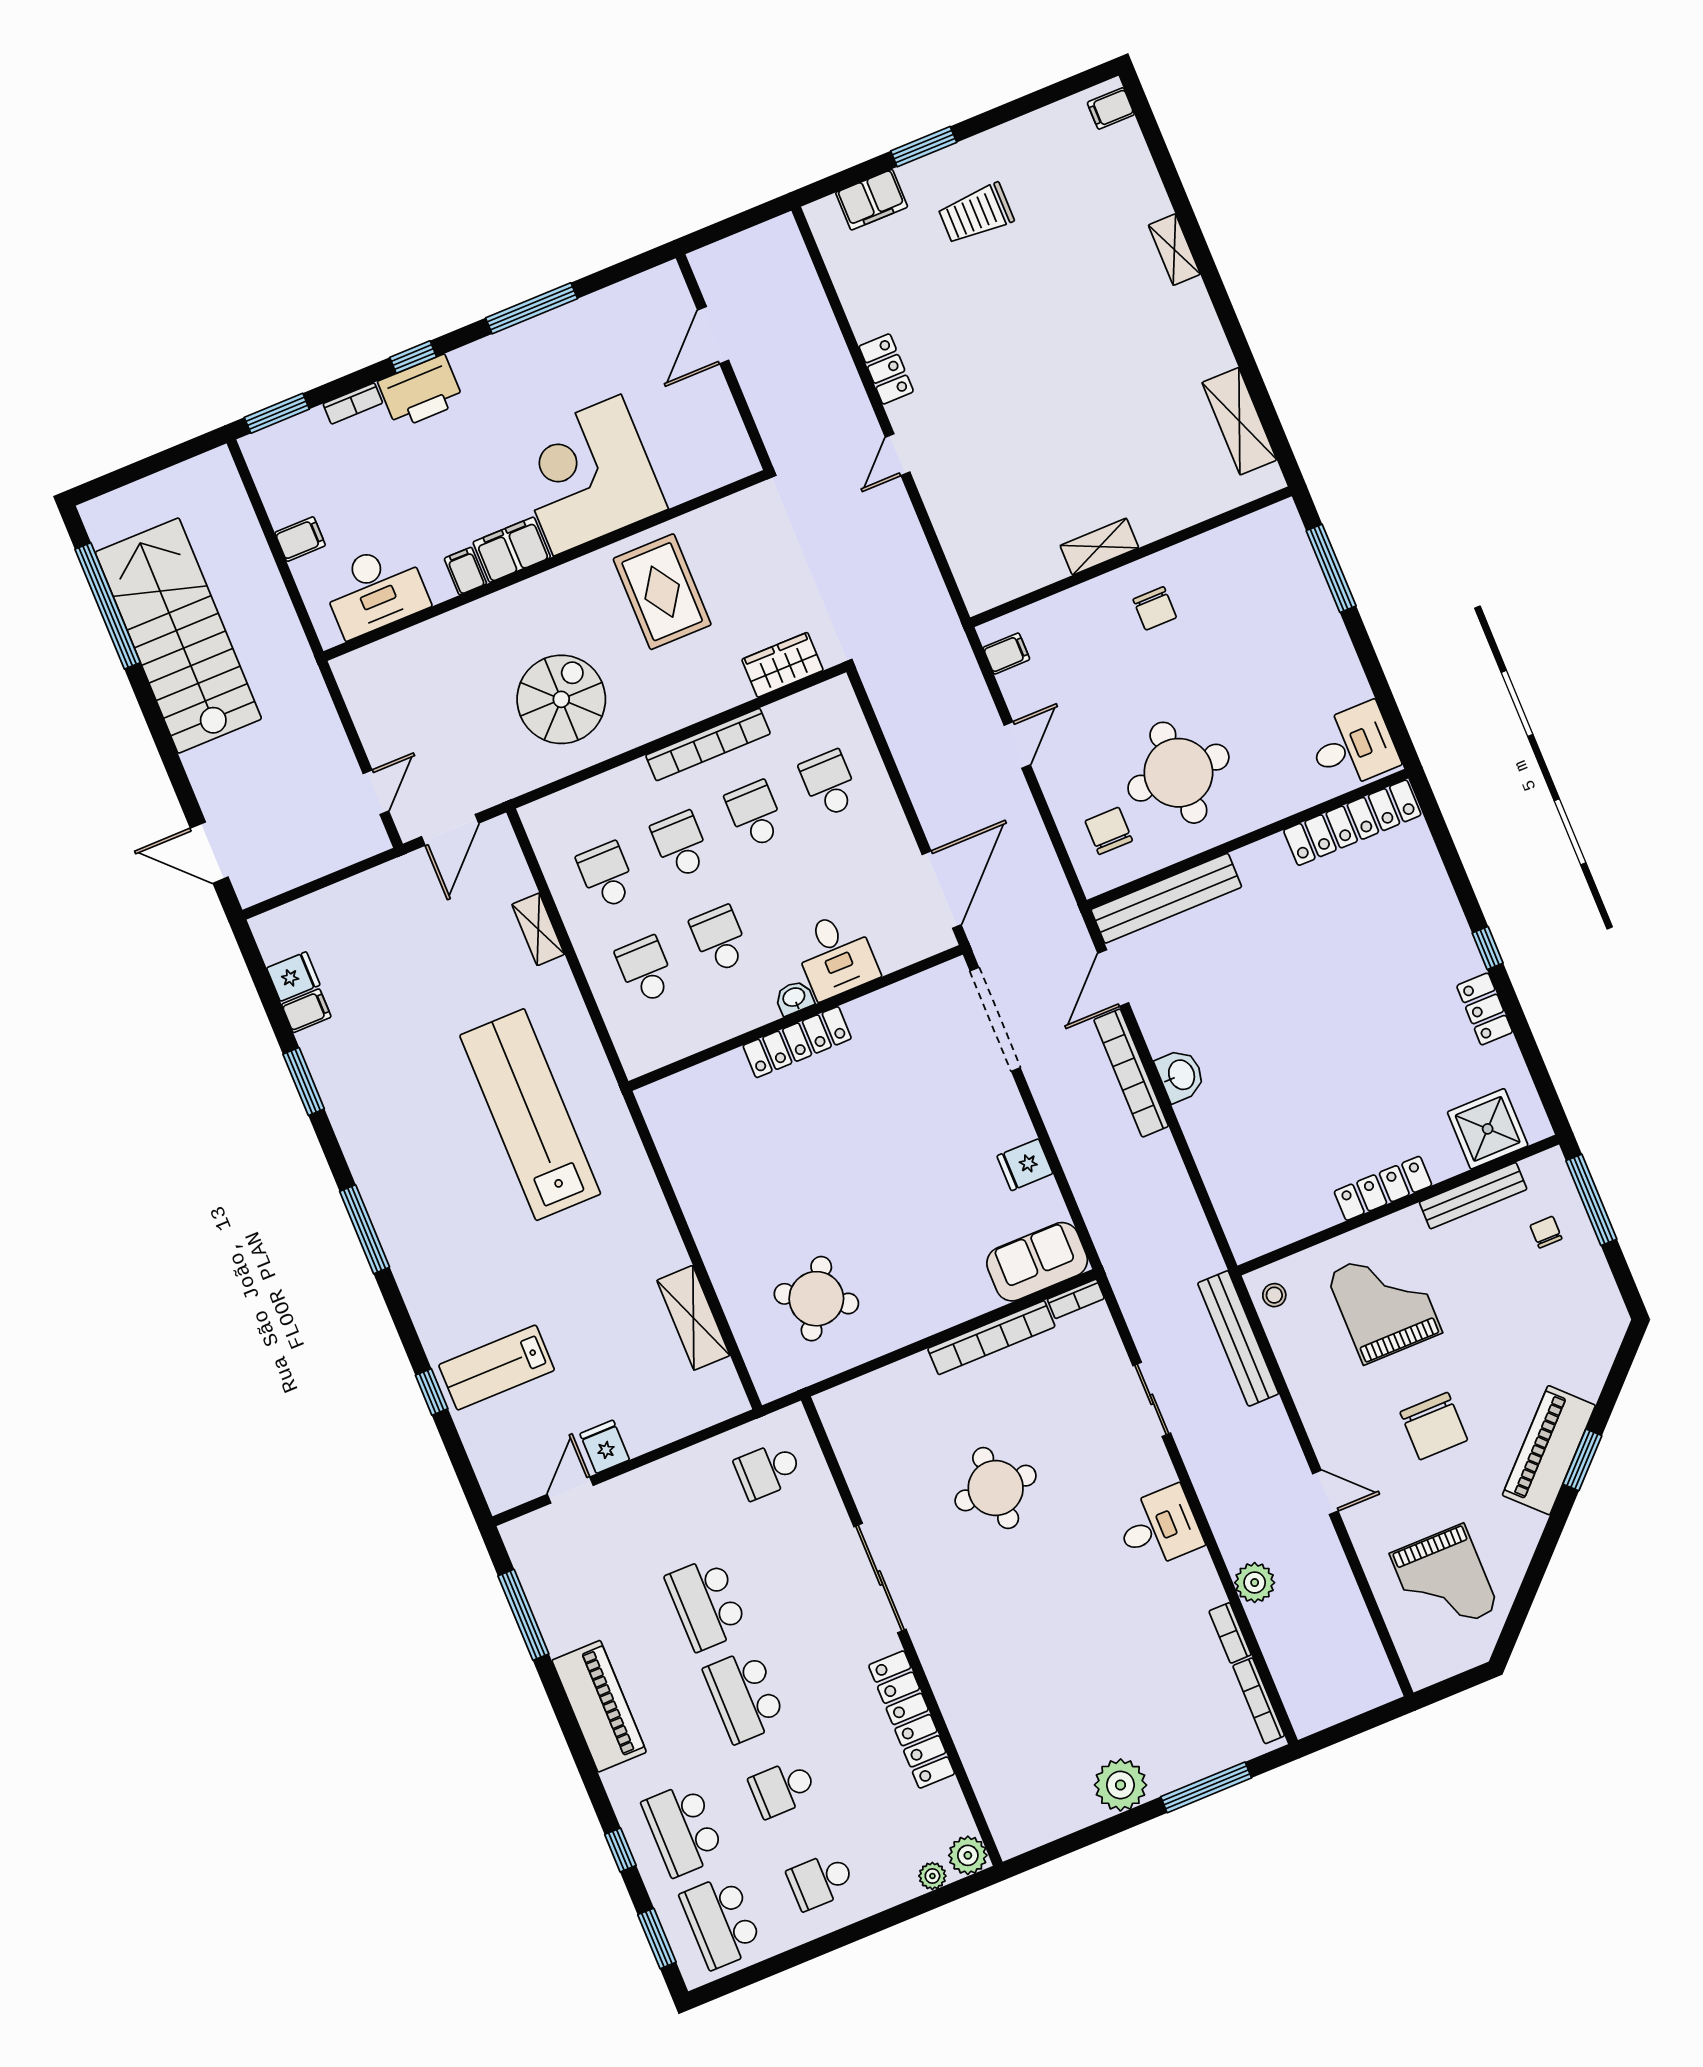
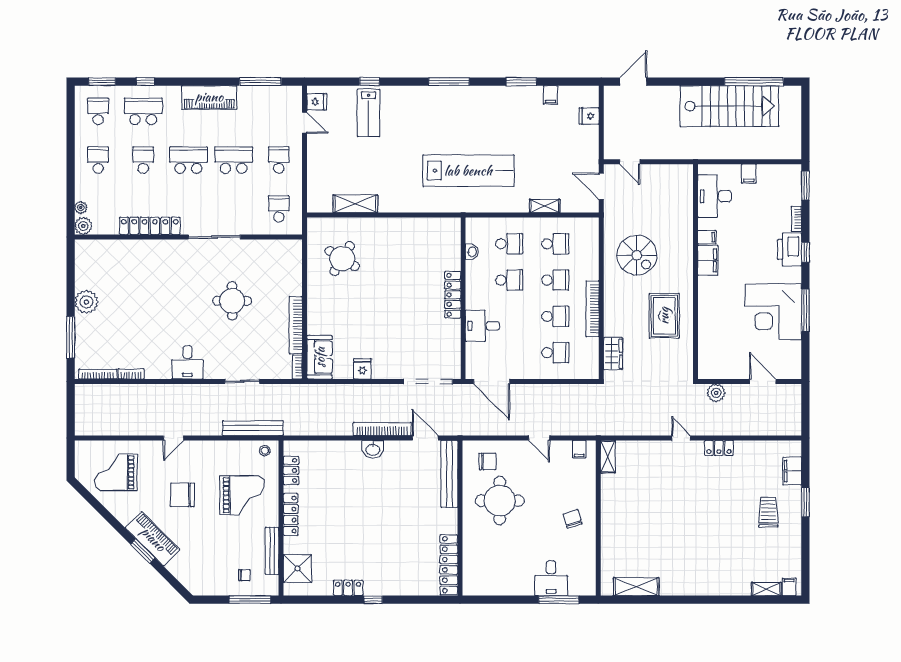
shelving: (1174, 250) -> (766, 589), moved
corner desk: (587, 475) -> (773, 312), moved, turned 180
shelving: (1099, 547) -> (608, 457), moved
rug: (662, 592) -> (664, 316), turned 90
chair: (1155, 608) -> (572, 519), turned 73
desk: (1353, 746) -> (551, 578), moved
fridge: (293, 976) -> (589, 116), moved, turned 90
washbasin: (794, 998) -> (472, 252), moved
locker: (1293, 1225) -> (291, 470), added
lab bench: (497, 1368) -> (368, 113), turned 180
fridge: (605, 1447) -> (317, 102), moved
school desk: (669, 1511) -> (279, 160), added
plant: (1255, 1583) -> (716, 393), moved
school desk: (721, 1922) -> (98, 111), width x0.54

